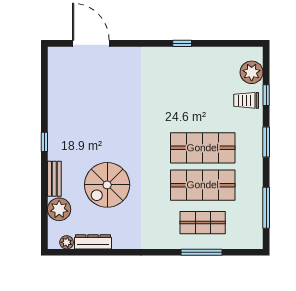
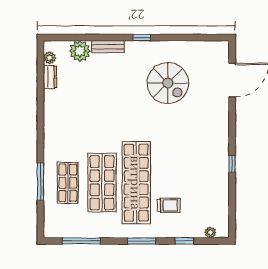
plant: (252, 72) -> (210, 232), width x0.53, depth x0.53
trolley: (246, 100) -> (169, 205), moved, turned 90
shop shelf: (203, 148) -> (136, 183), width x1.40
spiral stairs: (107, 185) -> (168, 83), moved, turned 180
dresser: (93, 242) -> (50, 77), width x0.70

